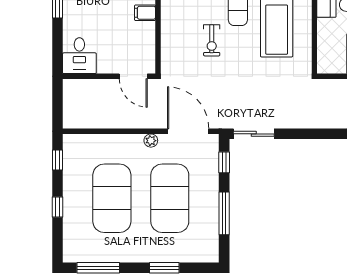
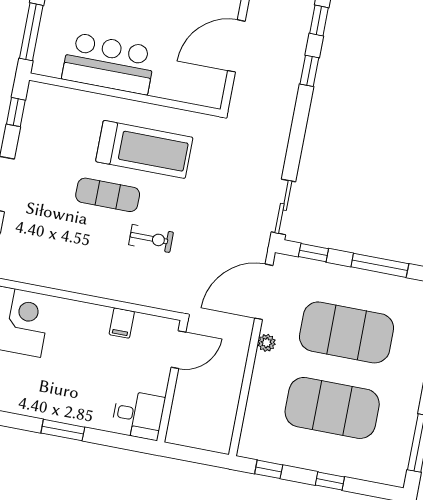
filing cabinet: (145, 13) -> (122, 323), moved

